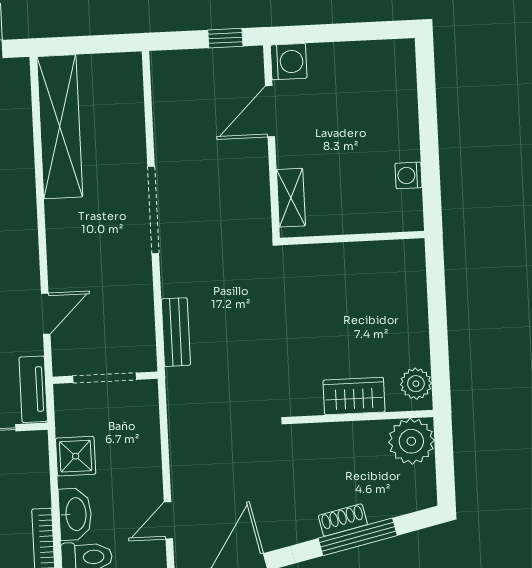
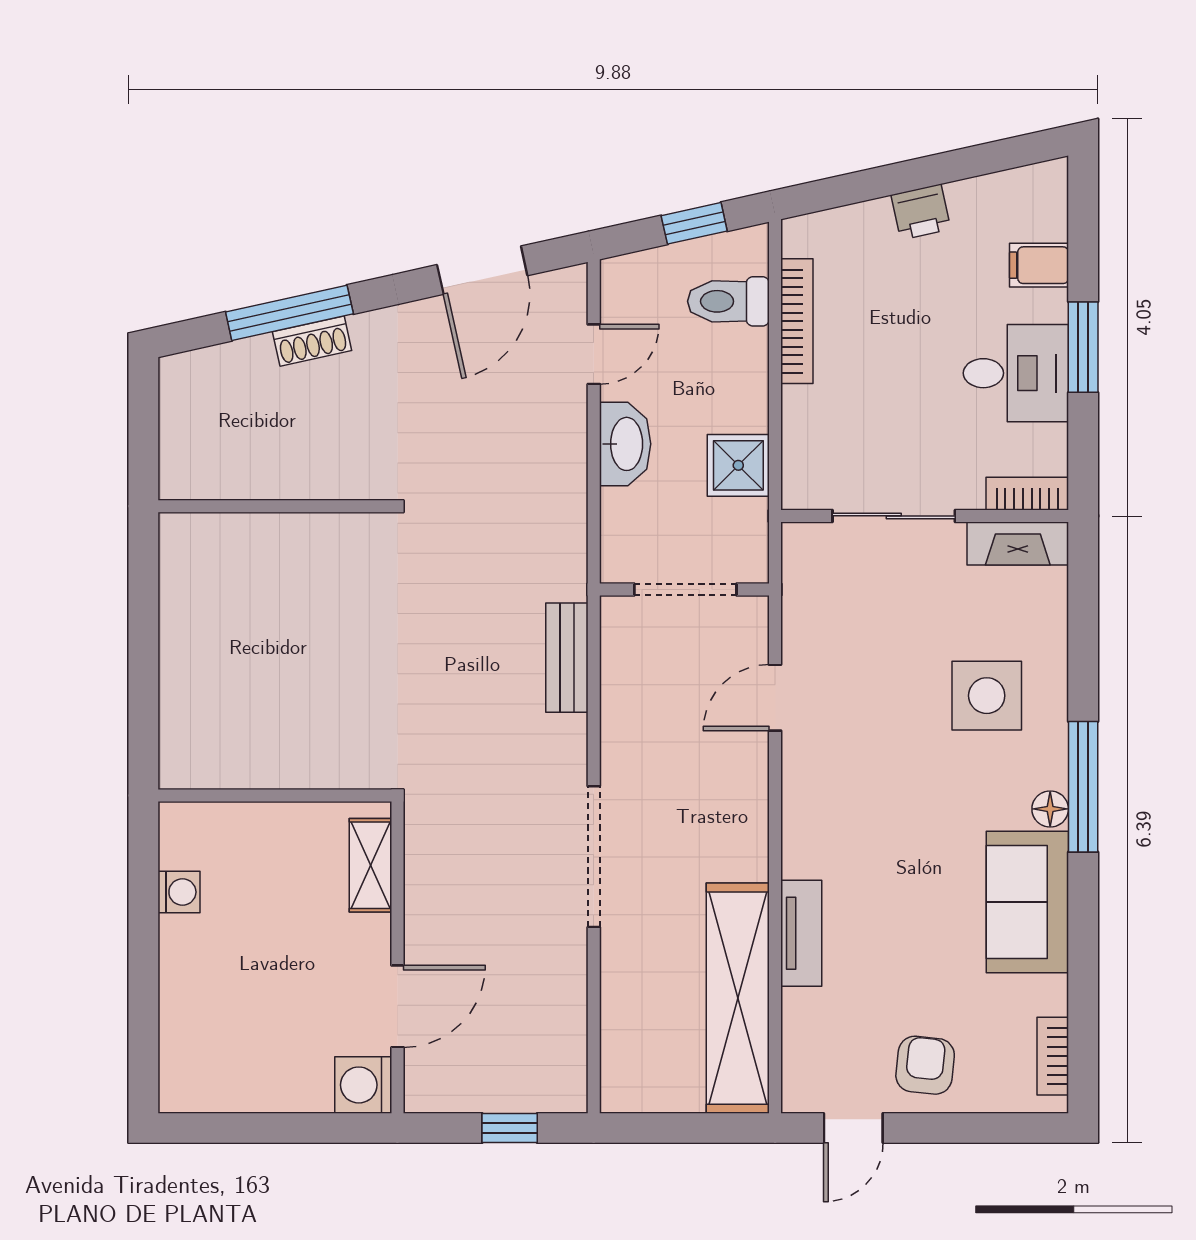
window: (225, 38) -> (510, 1128), moved
plant: (416, 384) -> (183, 556), removed
tv unit: (33, 389) -> (801, 933), moved
wardrobe: (354, 396) -> (284, 540), removed
plant: (411, 441) -> (195, 463), removed
washbasin: (75, 514) -> (625, 444), moved, turned 180

